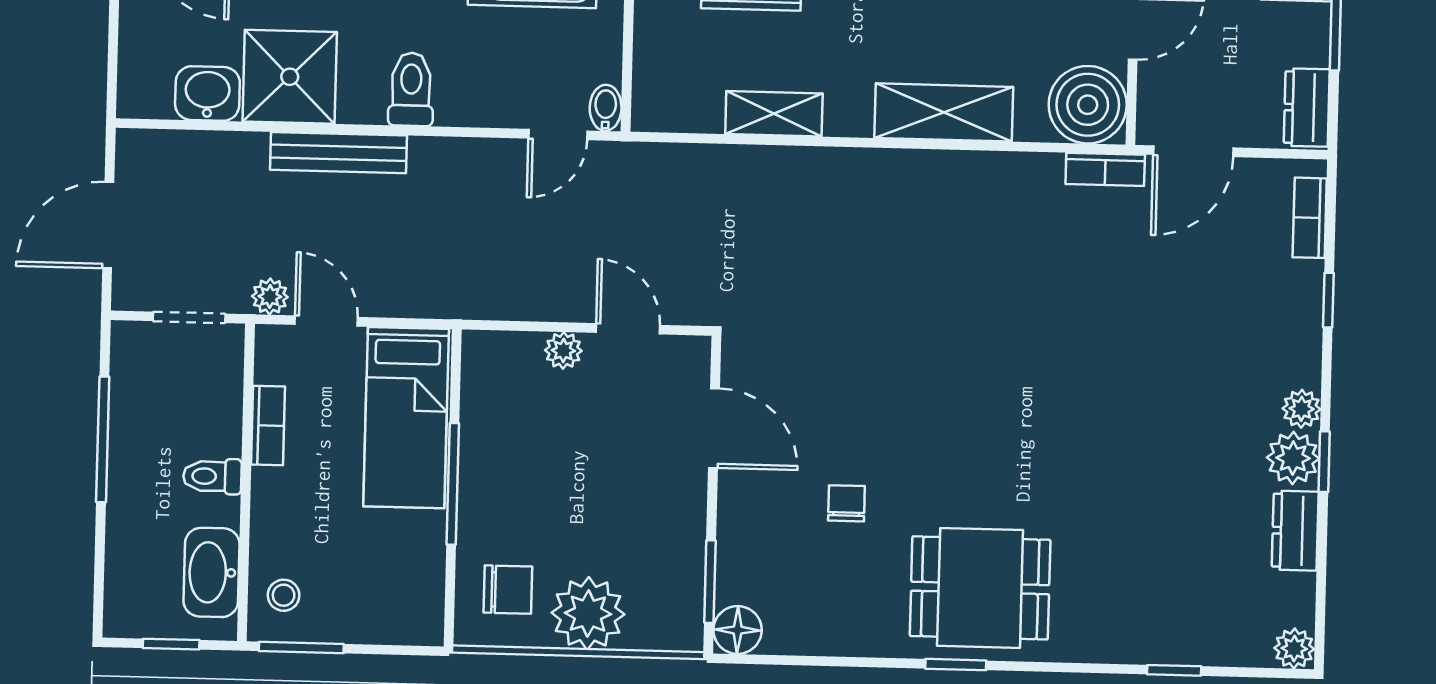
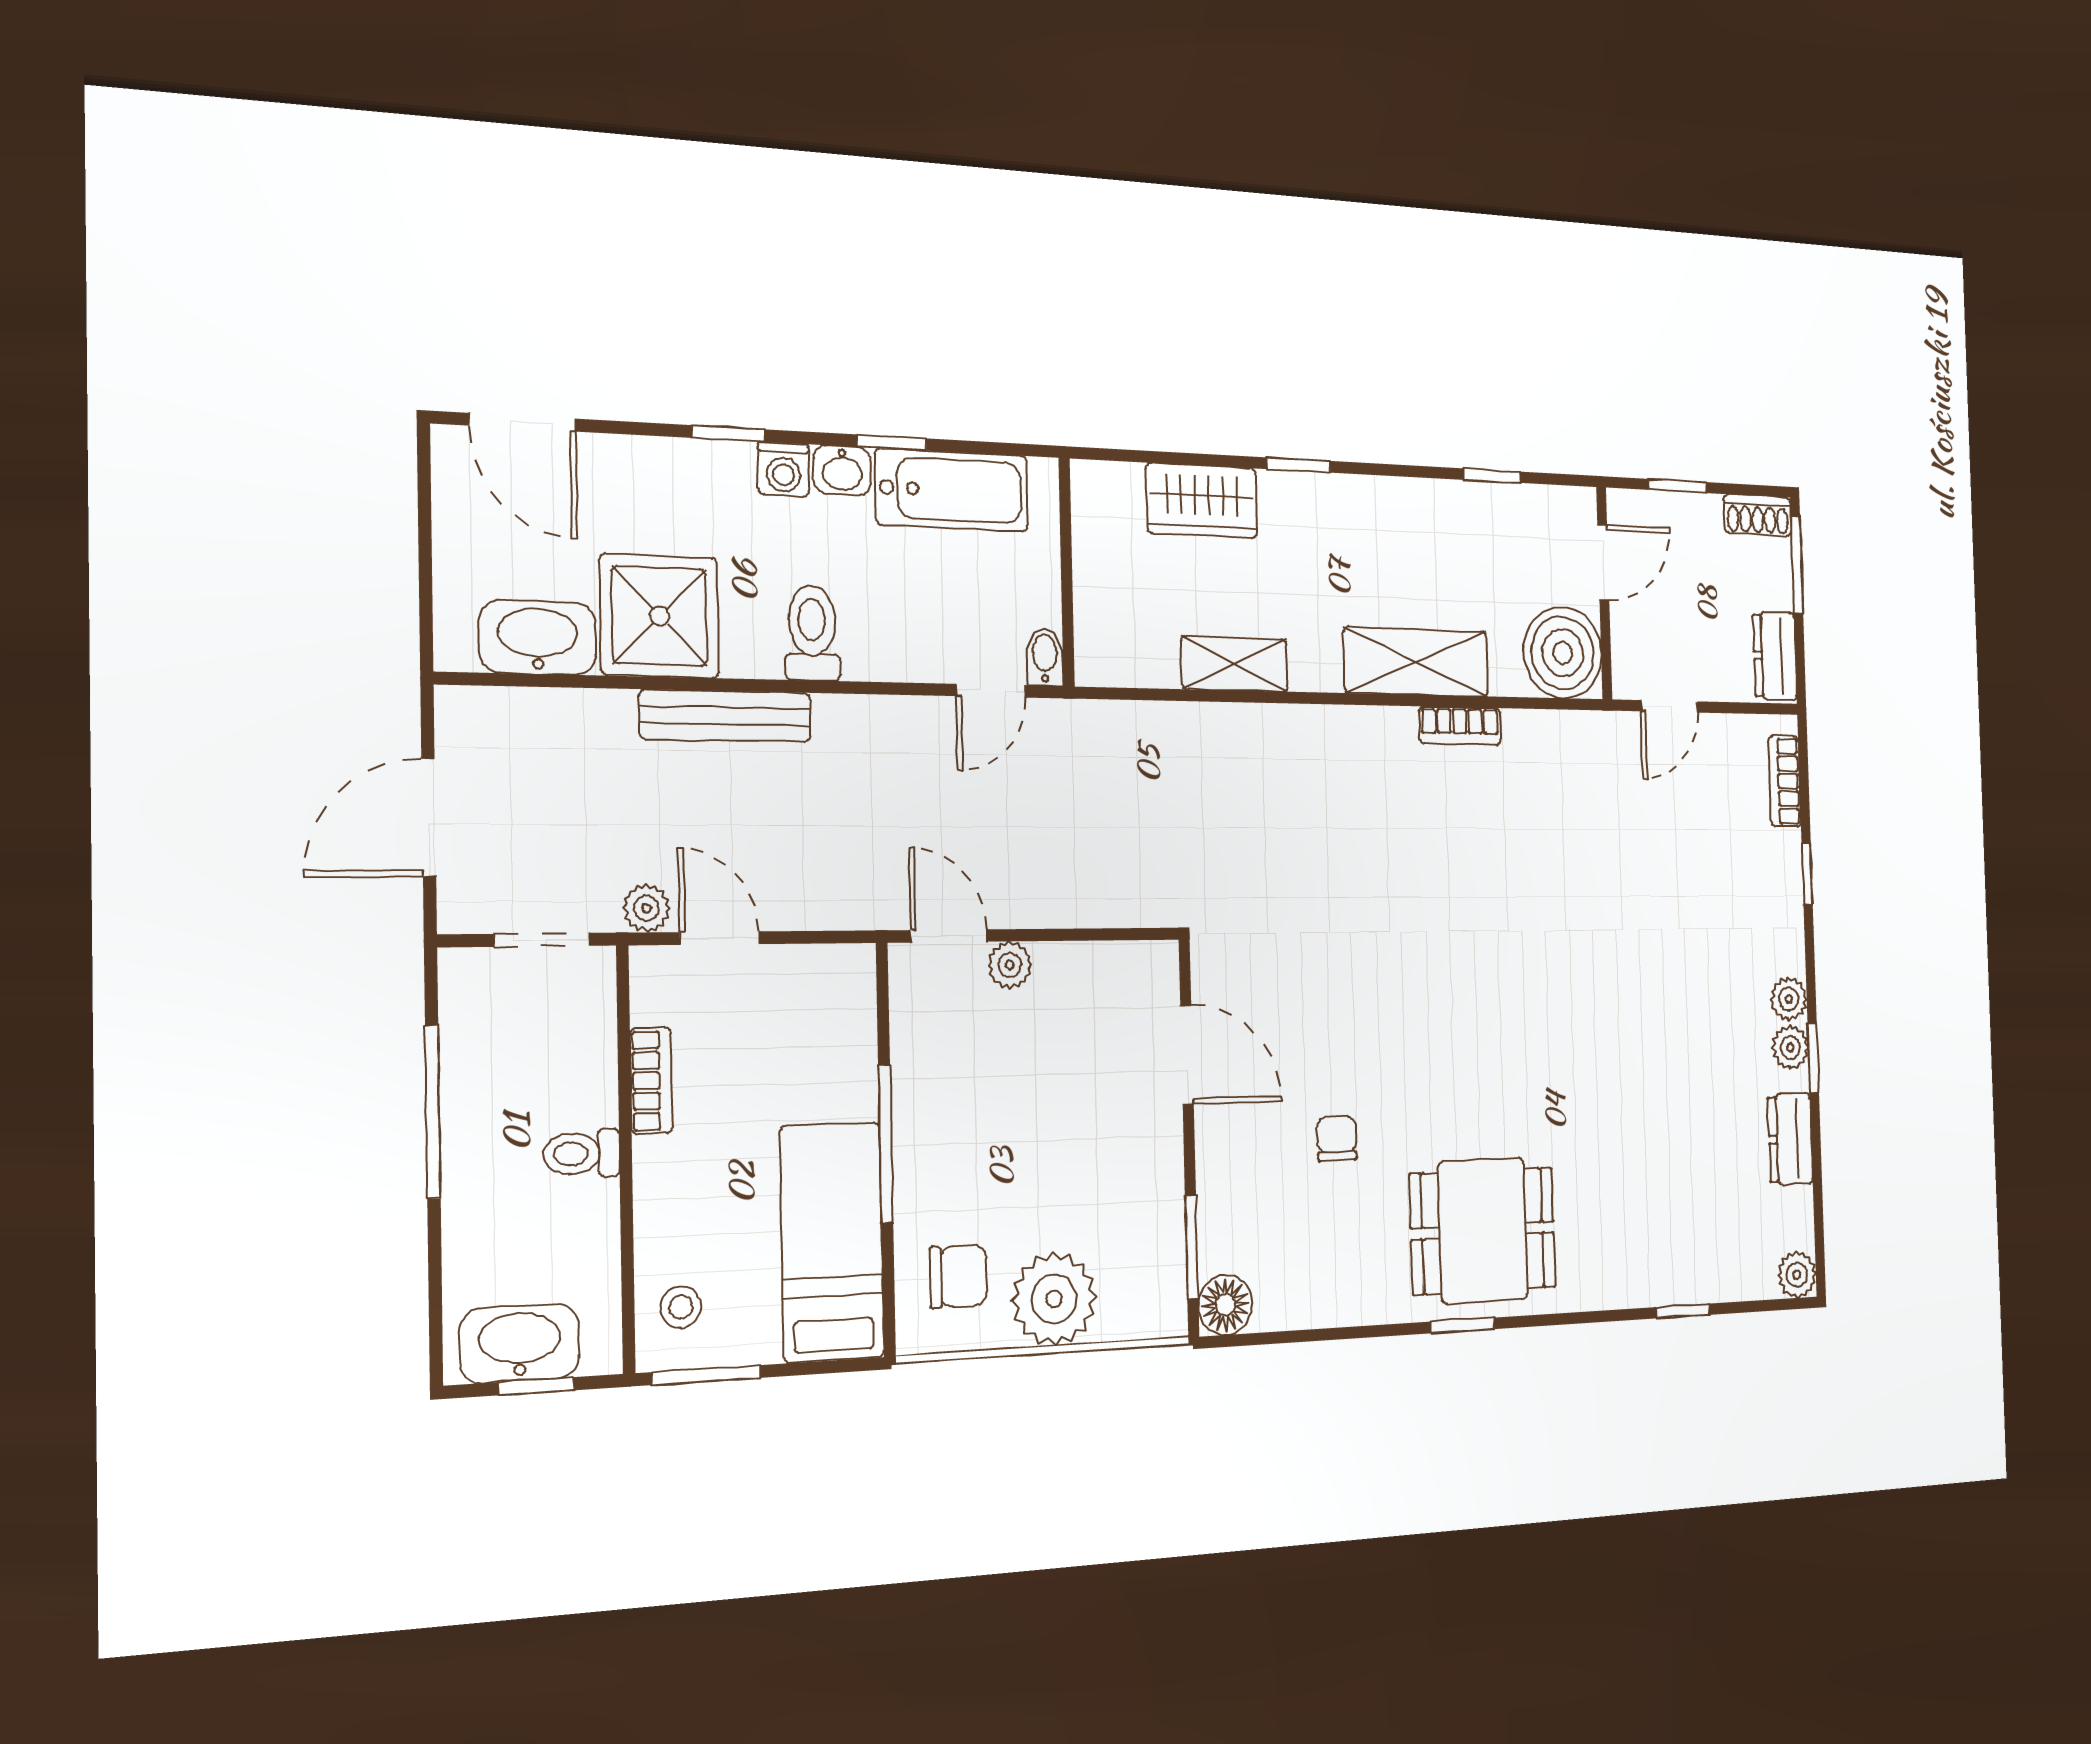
washbasin: (207, 94) -> (538, 638), width x1.38
door: (1193, 151) -> (1669, 706), width x0.73
bookcase: (1105, 169) -> (1460, 726), moved
door: (628, 329) -> (949, 936), moved
bed: (406, 418) -> (832, 1242), moved, turned 180
plant: (1293, 458) -> (1790, 1047), width x0.73, depth x0.73
washbasin: (212, 572) -> (520, 1343), moved, turned 90

